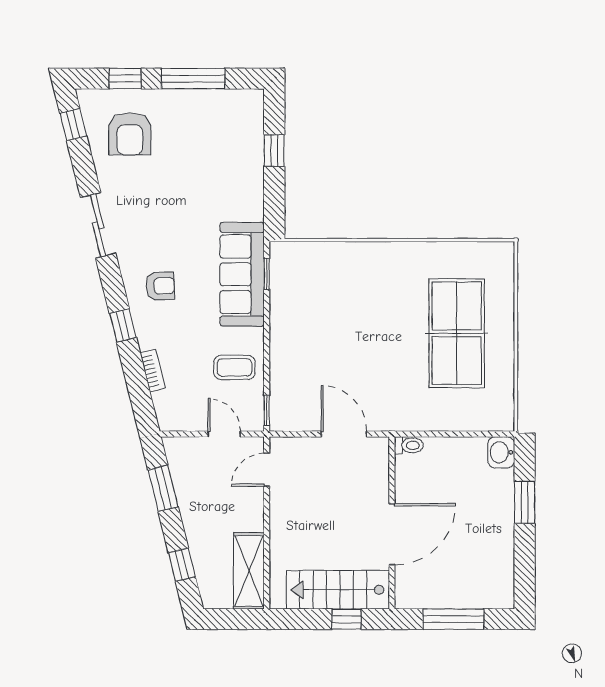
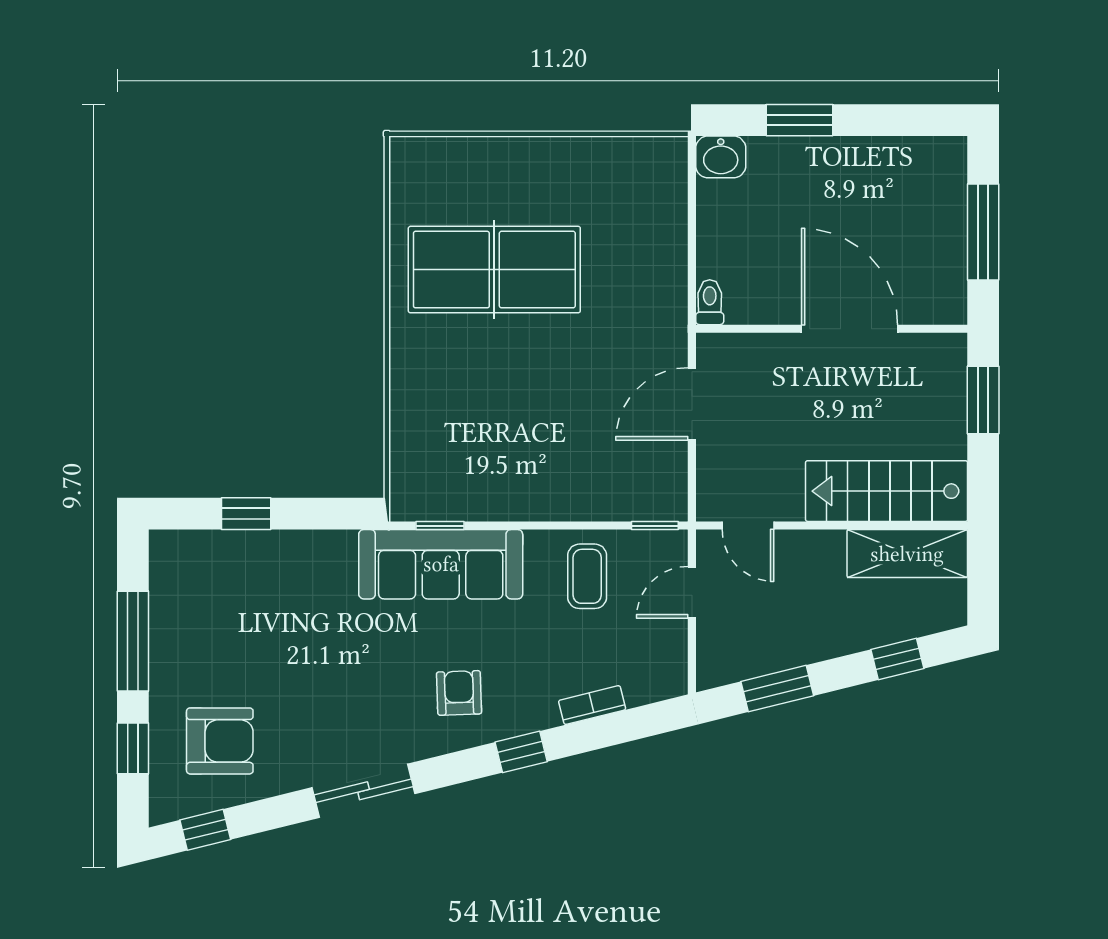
table tennis table: (457, 333) -> (494, 270), moved
stairs: (338, 590) -> (887, 491), moved, turned 90
window: (347, 619) -> (983, 400), width x1.50

